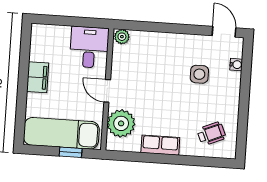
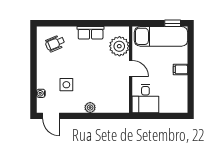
plant: (122, 37) -> (90, 108), moved
filing cabinet: (38, 77) -> (180, 69), width x0.50
window: (71, 152) -> (173, 23), moved

